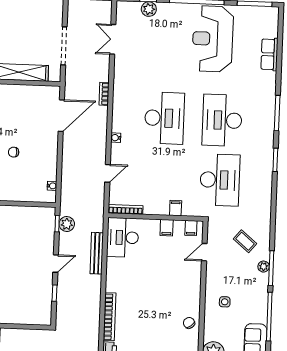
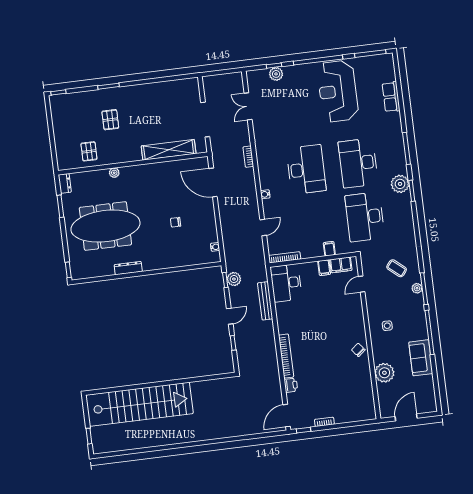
door: (61, 116) -> (213, 182), swing flipped
plant: (264, 150) -> (400, 184), added
desk: (220, 180) -> (365, 217), turned 180
filing cabinet: (191, 228) -> (341, 265), width x2.00

